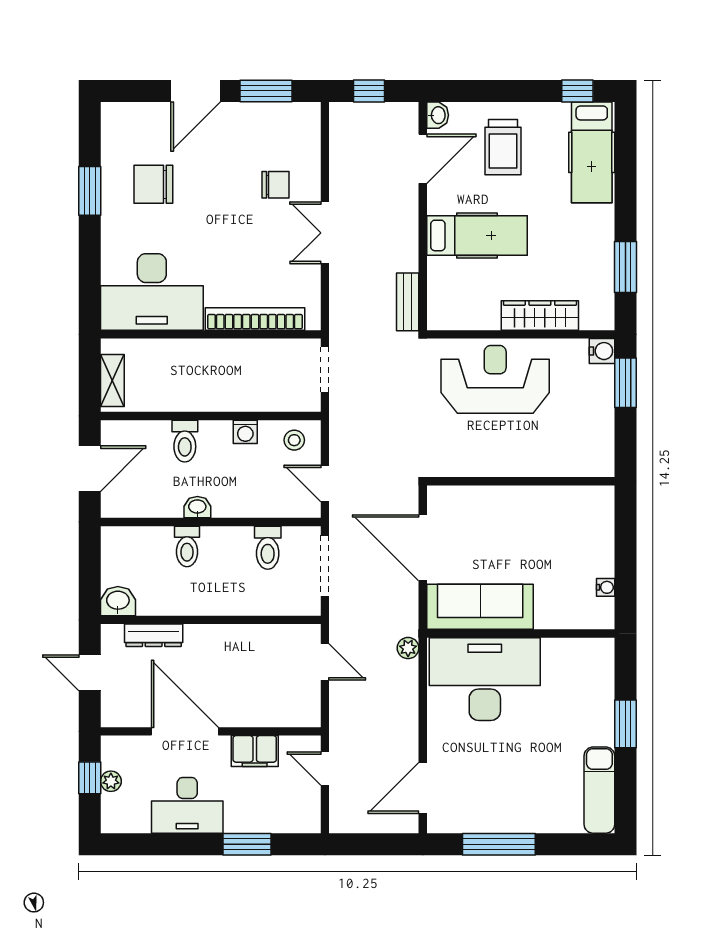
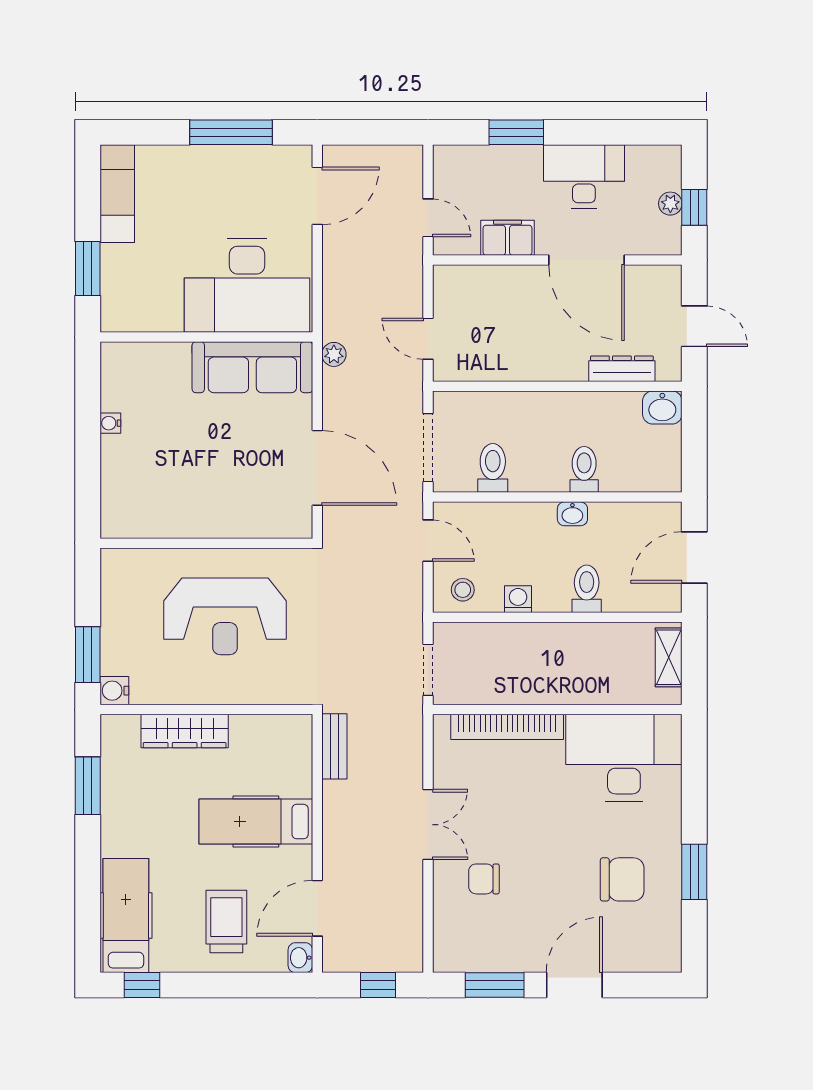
reception desk: (495, 379) -> (225, 616), moved
sofa: (480, 607) -> (252, 367), moved
wall: (521, 633) -> (206, 337), moved
desk: (485, 679) -> (247, 285), moved

